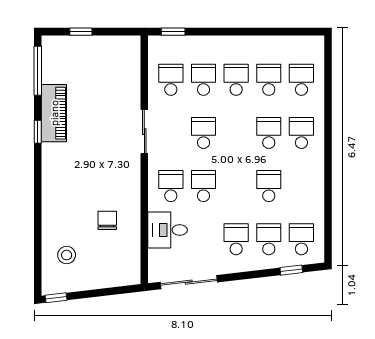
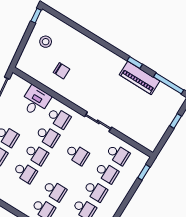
school desk: (236, 186) -> (36, 154), added
stool: (67, 255) -> (46, 42), moved

